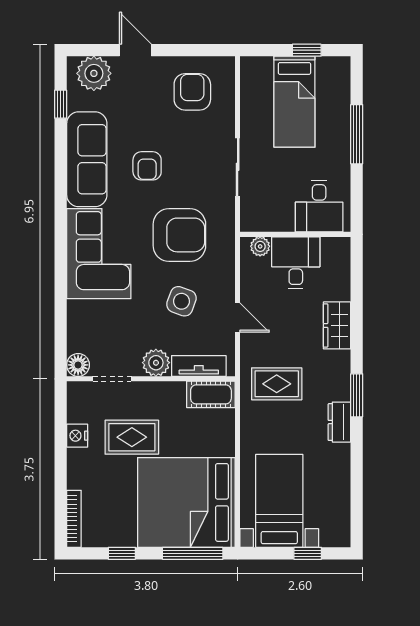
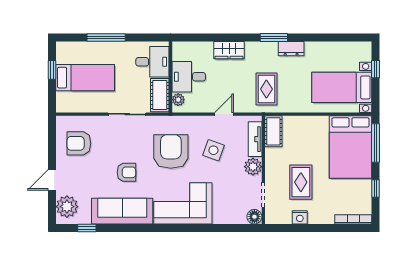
cot: (267, 218) -> (160, 95), added
bed: (186, 502) -> (350, 147), width x0.73

